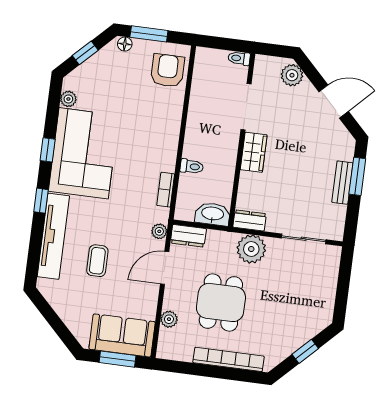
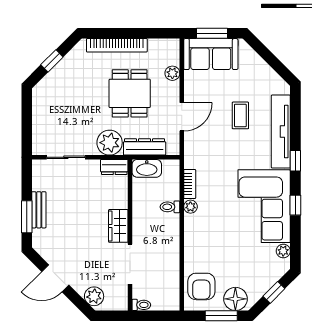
floor lamp: (125, 44) -> (235, 299), width x1.89, depth x1.89
plant: (159, 231) -> (190, 207), moved
dresser: (188, 236) -> (145, 147), moved, width x1.44

